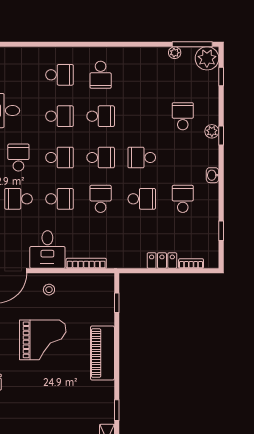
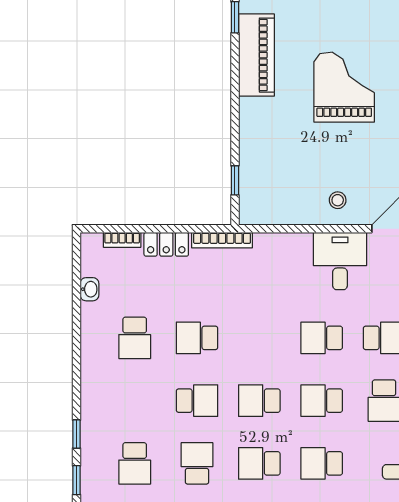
plant: (212, 131) -> (91, 440), removed
washbasin: (213, 175) -> (89, 289), moved
school desk: (101, 199) -> (197, 463), moved, turned 180
window: (221, 231) -> (77, 480), moved
bookcase: (86, 263) -> (222, 240), moved
grand piano: (43, 340) -> (344, 87), moved, turned 90
piano: (102, 353) -> (256, 55), moved

